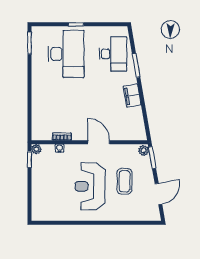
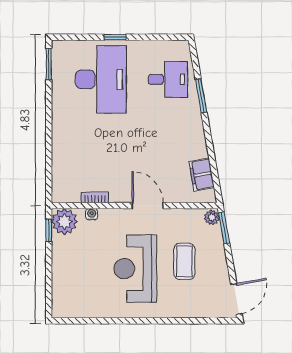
desk: (113, 54) -> (168, 79), width x0.73
filing cabinet: (132, 95) -> (202, 175), moved
plant: (36, 149) -> (64, 222), width x1.87, depth x1.87
door: (158, 194) -> (236, 299), moved

